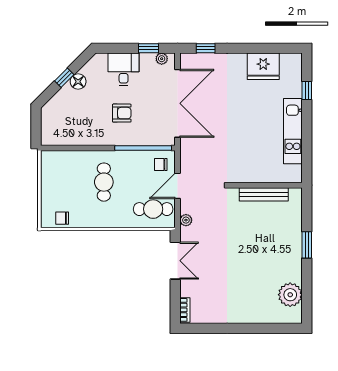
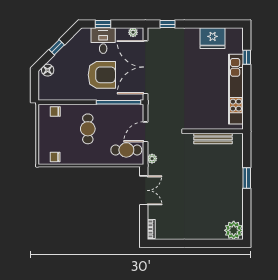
window: (149, 48) -> (103, 24), moved
floor lamp: (78, 82) -> (48, 70), moved
double door: (178, 103) -> (145, 67), swing flipped
armchair: (122, 113) -> (102, 75), width x1.88, depth x1.88
kitchen unit: (293, 131) -> (236, 89), width x1.36
chair: (161, 165) -> (55, 112), moved
plant: (290, 295) -> (234, 230), moved

